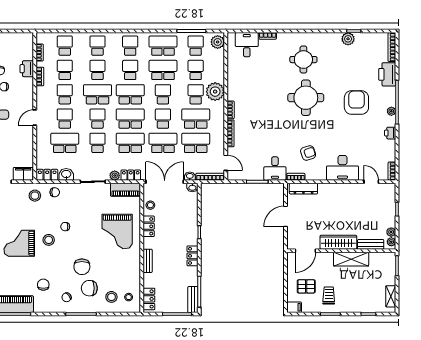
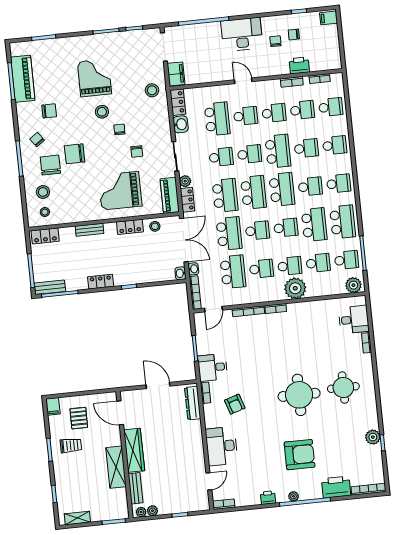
school desk: (196, 119) -> (261, 269), width x0.54
chair: (55, 192) -> (137, 151), moved

